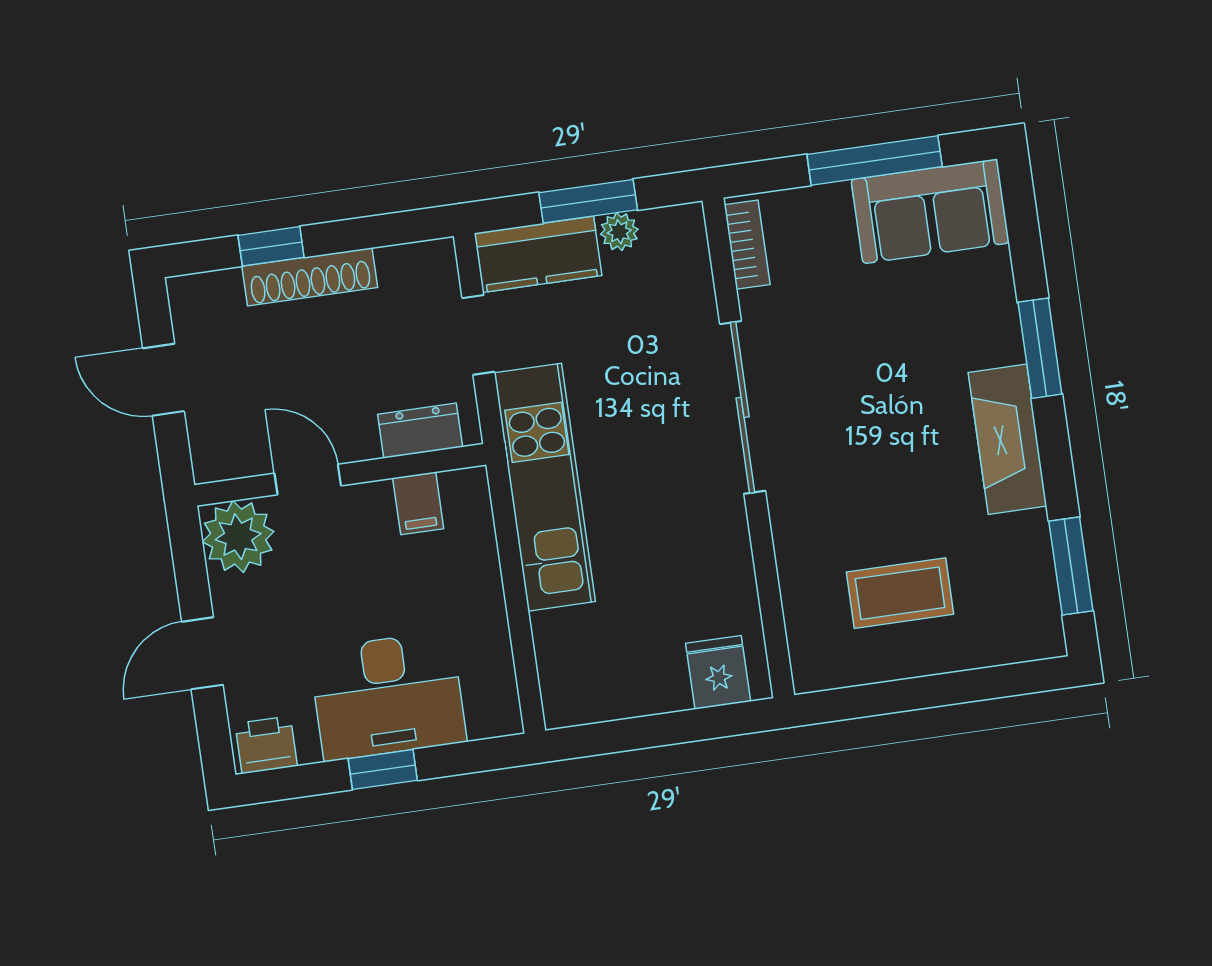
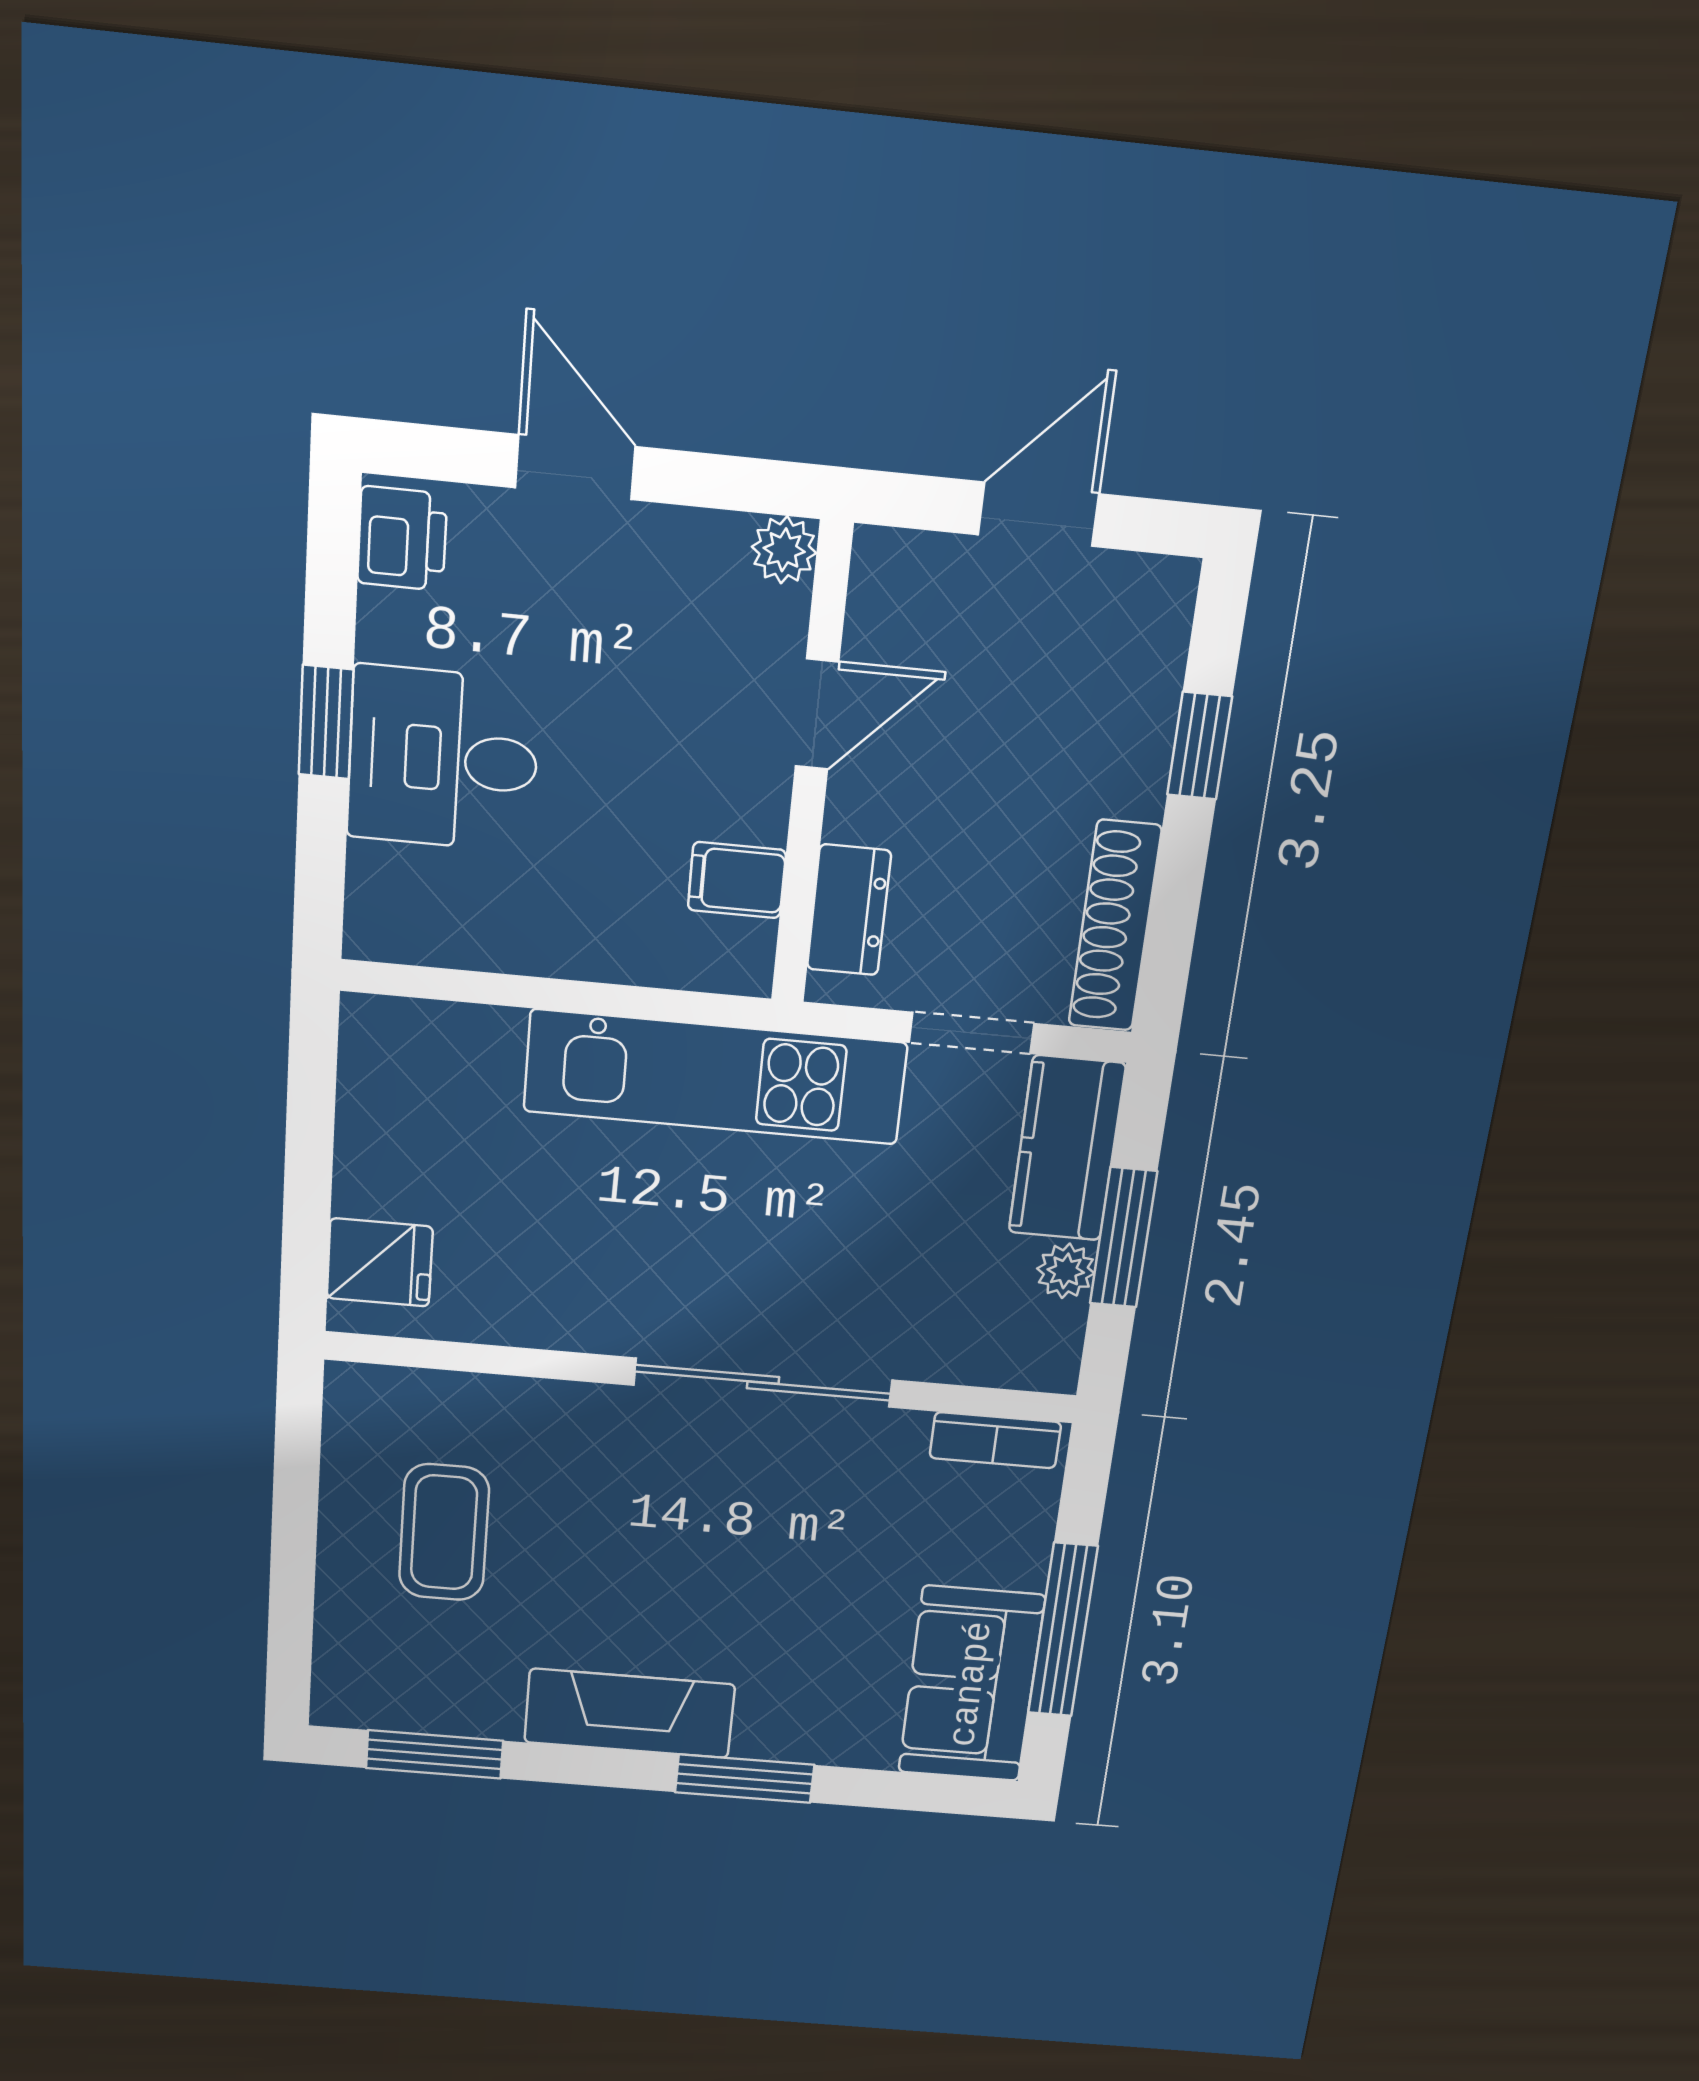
shoe rack: (310, 277) -> (1115, 926), moved
plant: (238, 537) -> (784, 550), width x0.53, depth x0.53
desk: (388, 696) -> (443, 759), width x0.73

